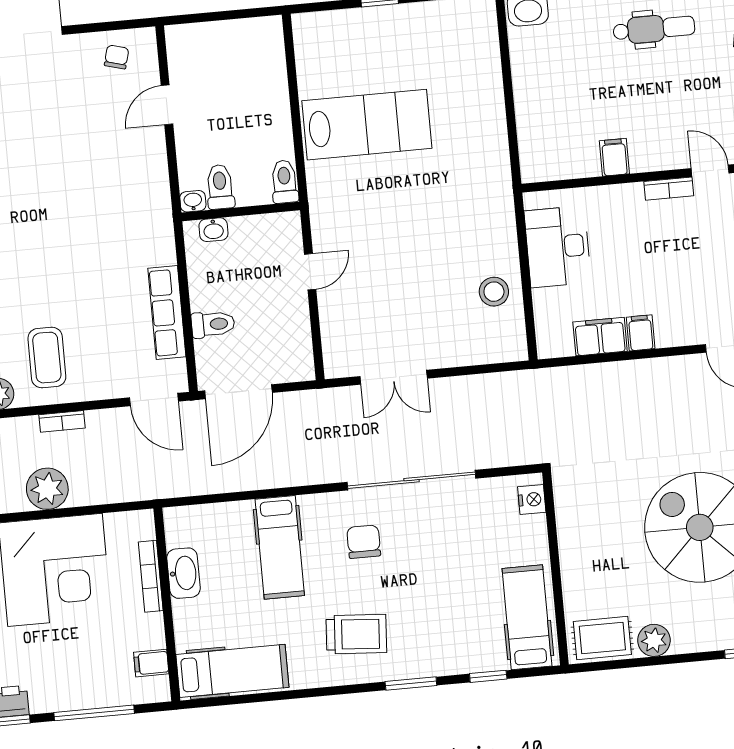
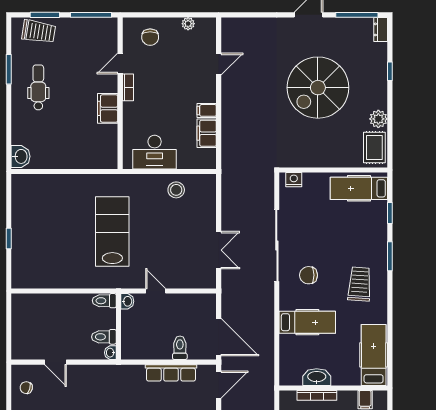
lab bench: (367, 125) -> (112, 232), moved
filing cabinet: (614, 157) -> (108, 108), width x2.00
washbasin: (213, 230) -> (127, 301), moved

